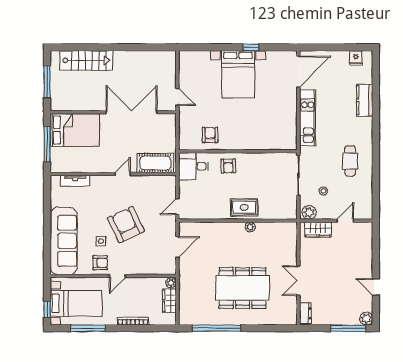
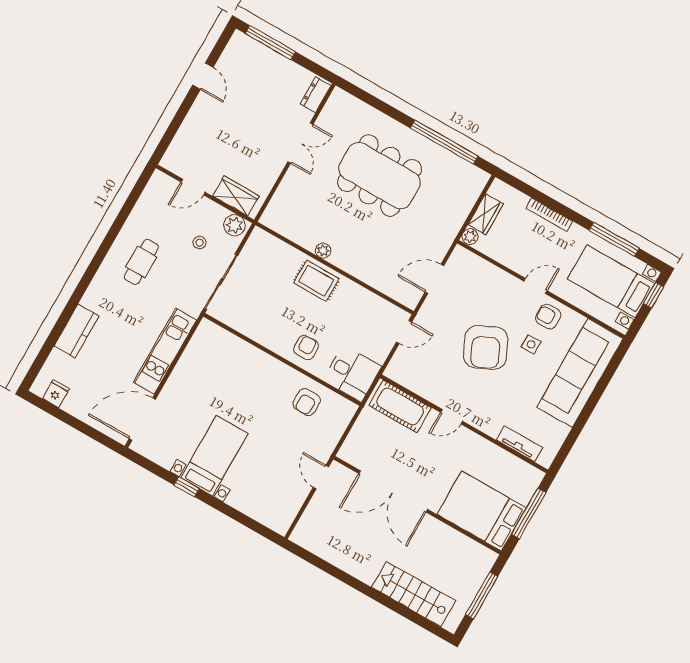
bed with nightstands: (238, 74) -> (214, 456), width x0.73
plant: (366, 319) -> (239, 42), removed

